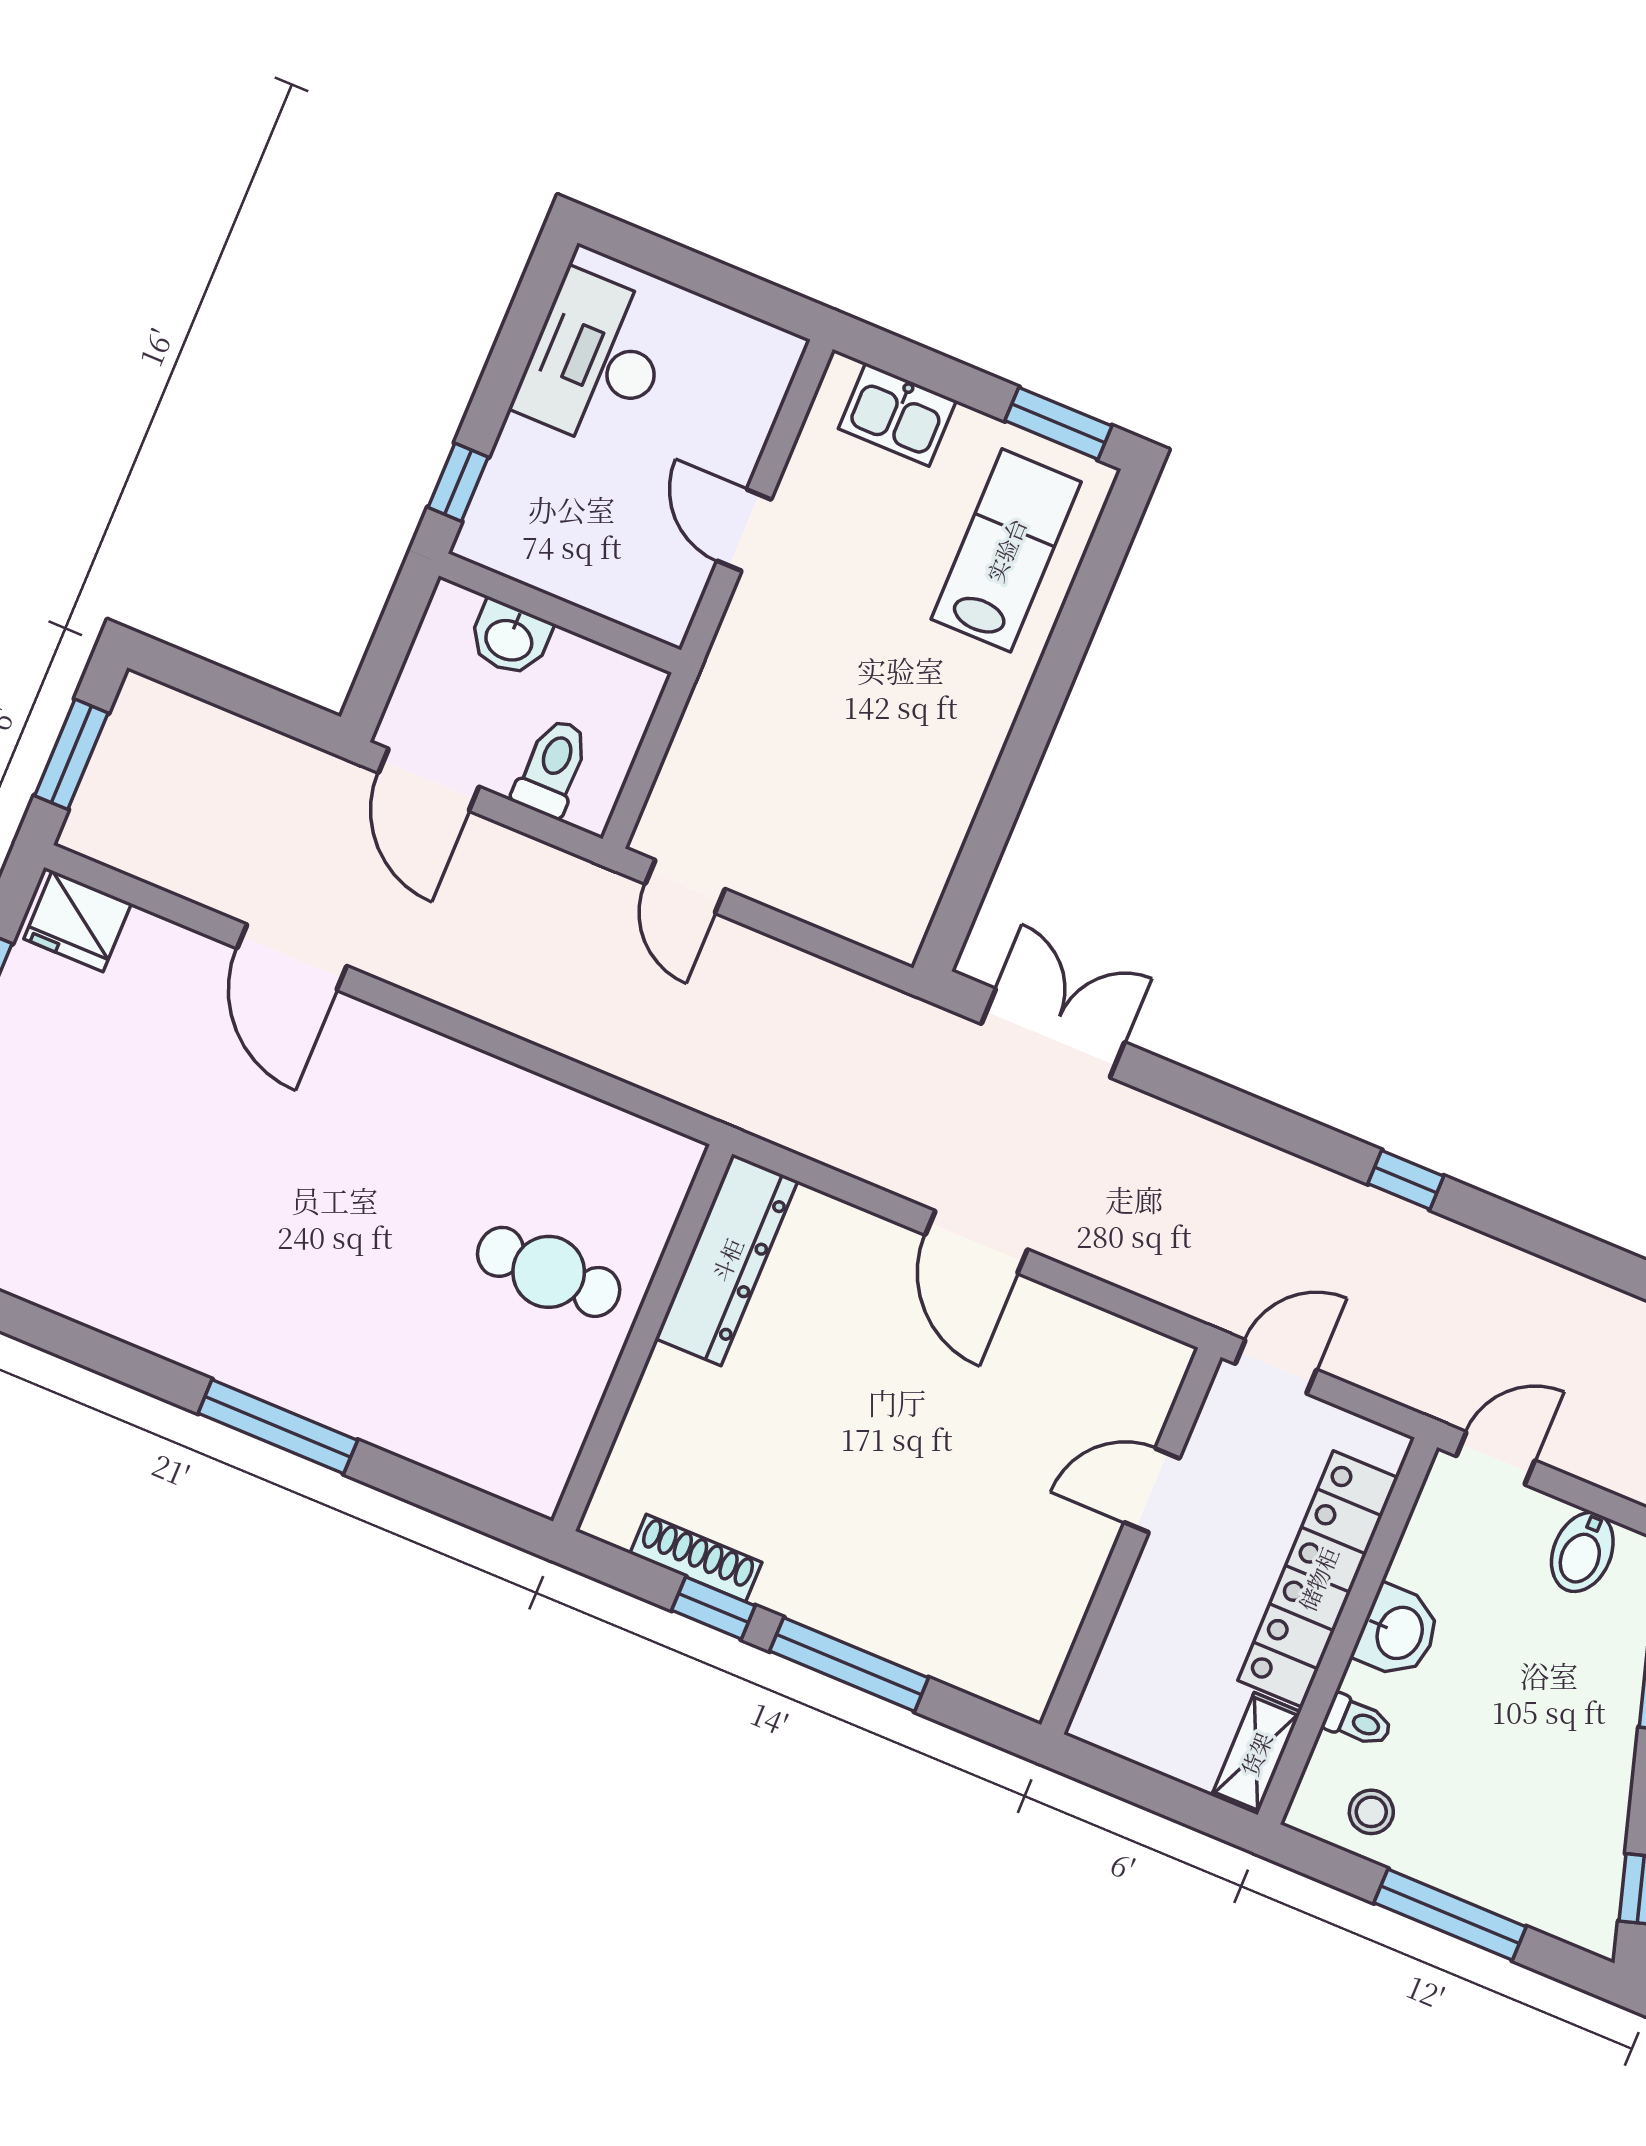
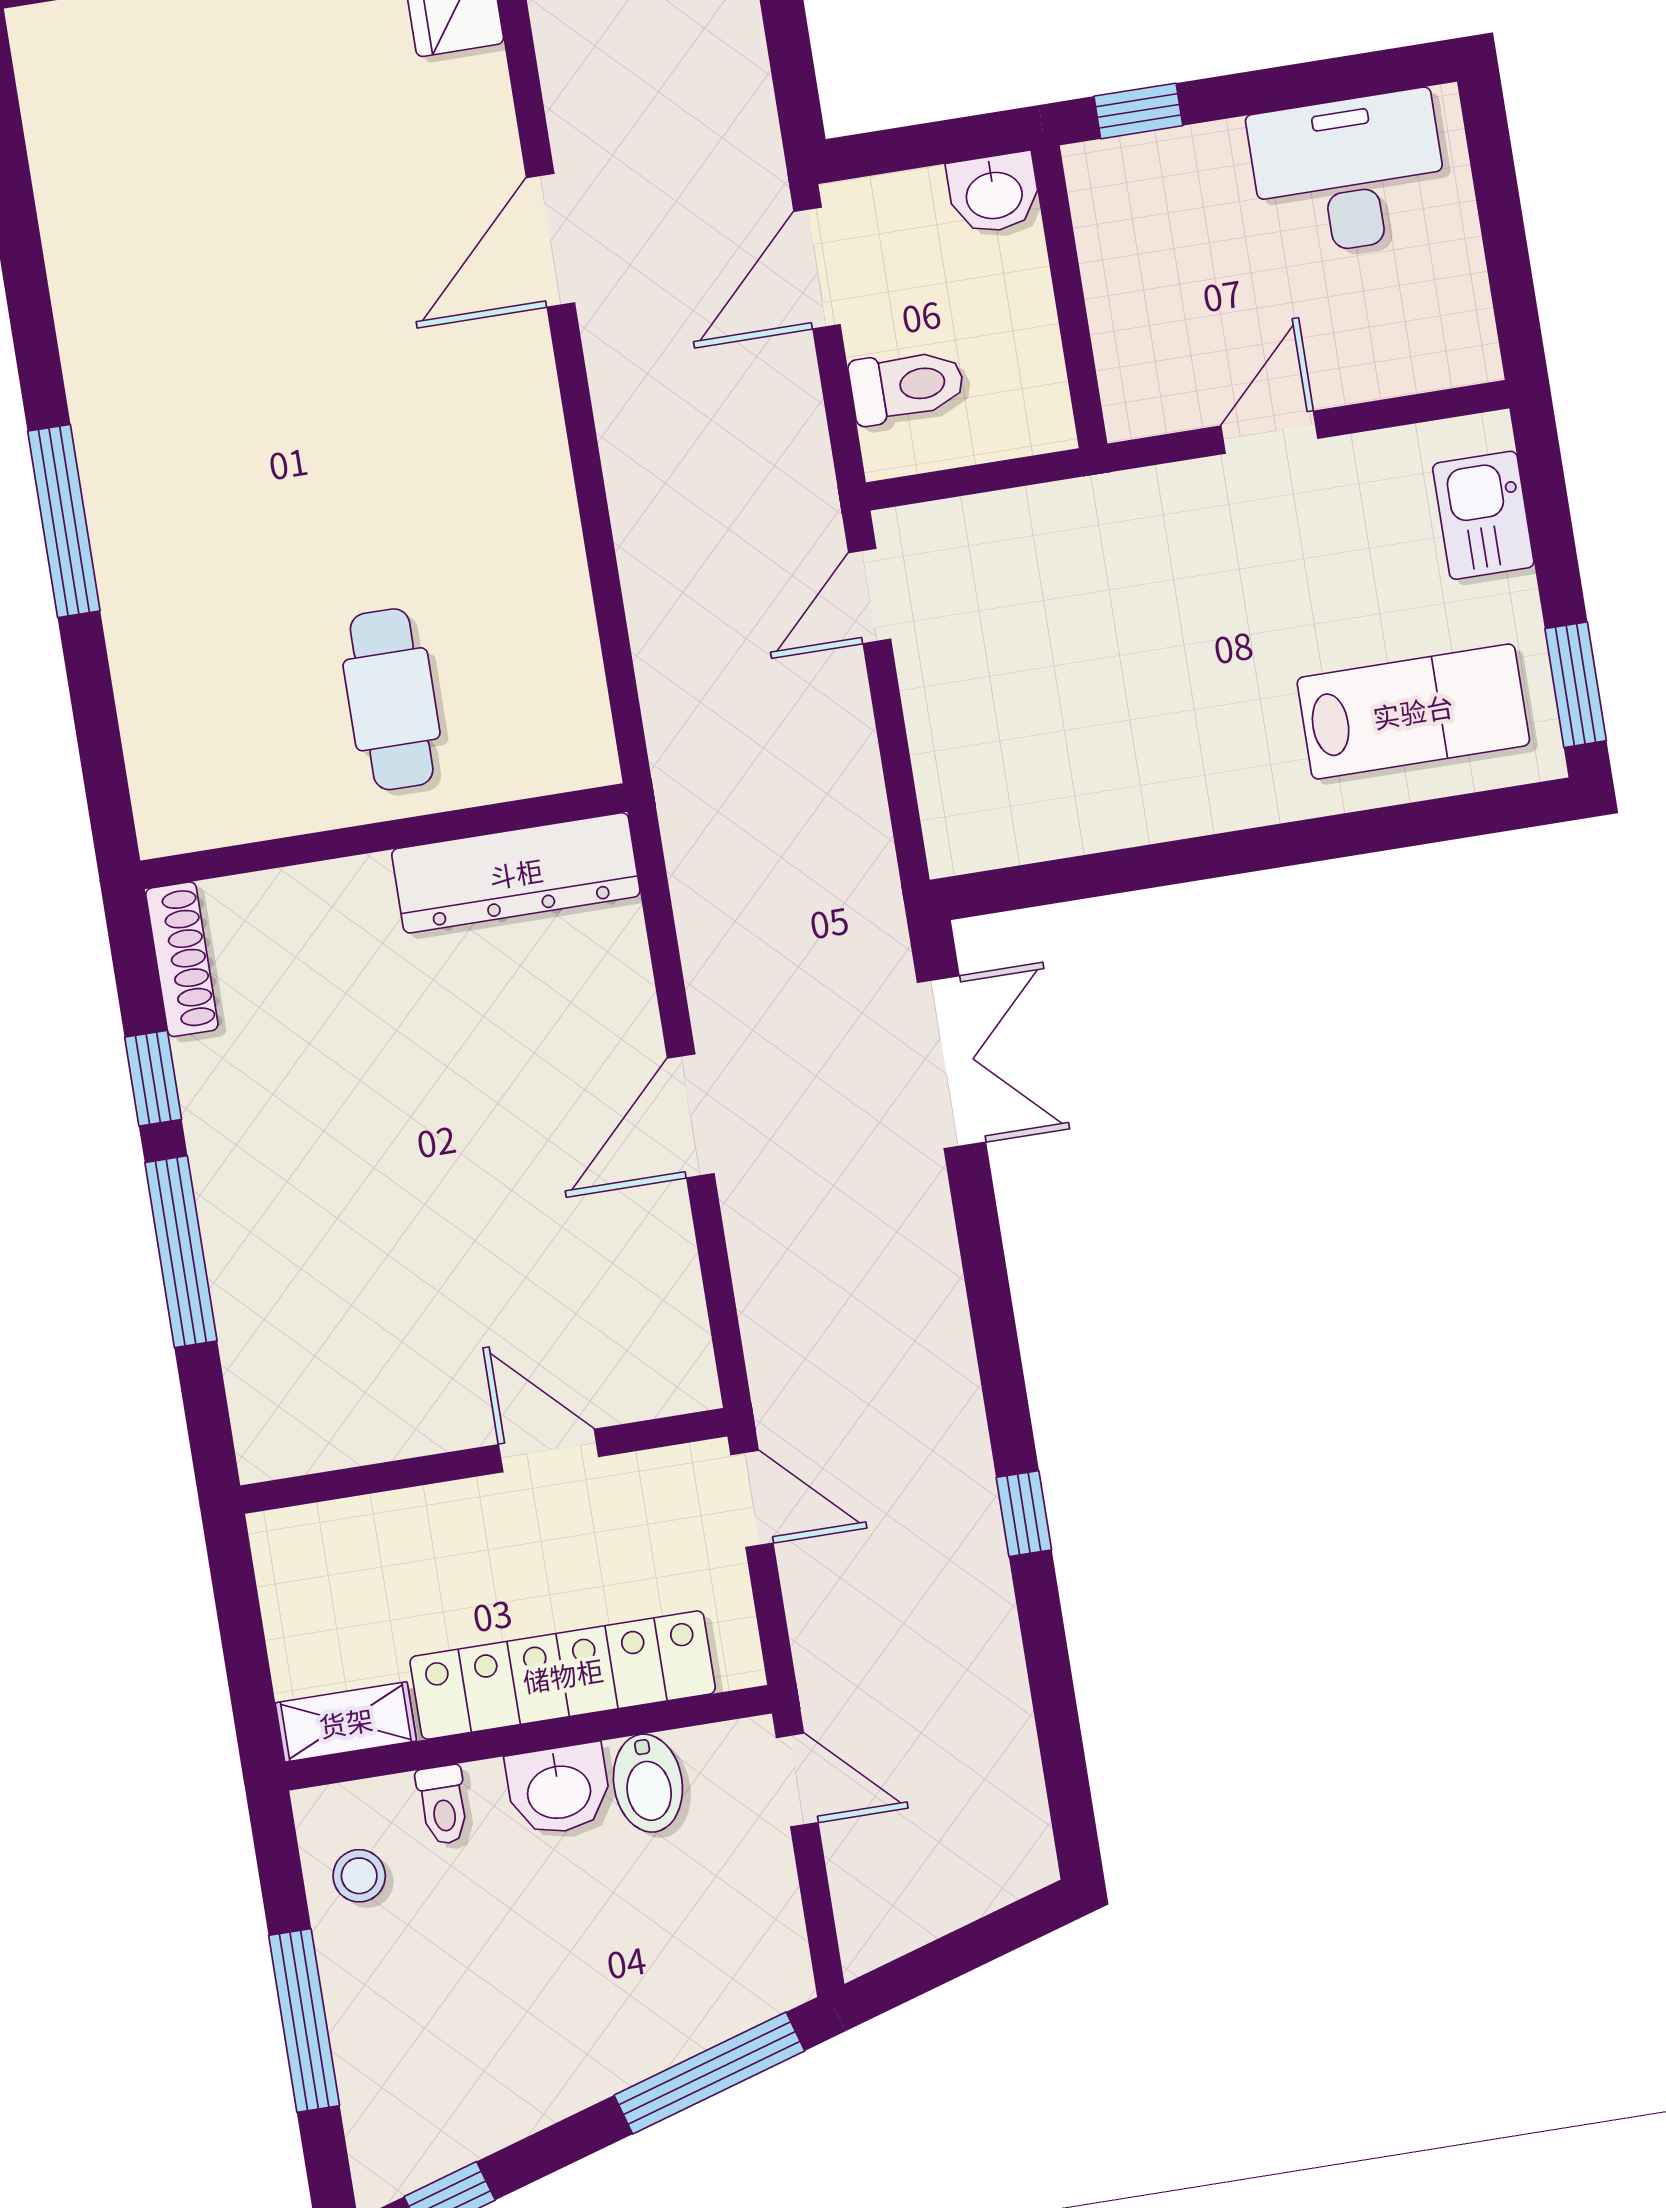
washbasin: (510, 639) -> (994, 193), moved, turned -90
bidet: (1582, 1552) -> (648, 1783), moved, turned -90
shoe rack: (696, 1558) -> (182, 959), moved

